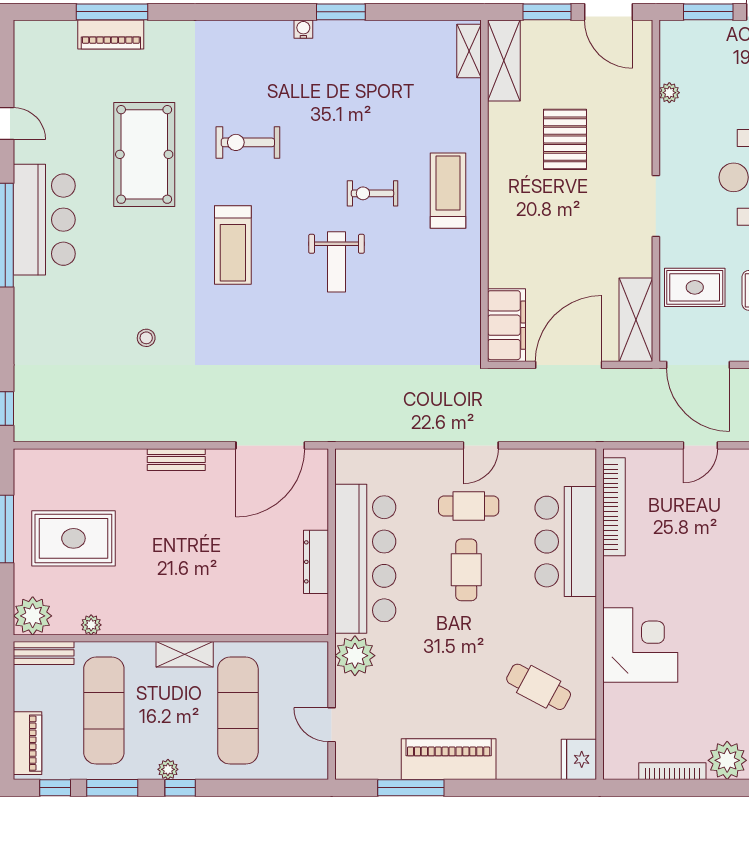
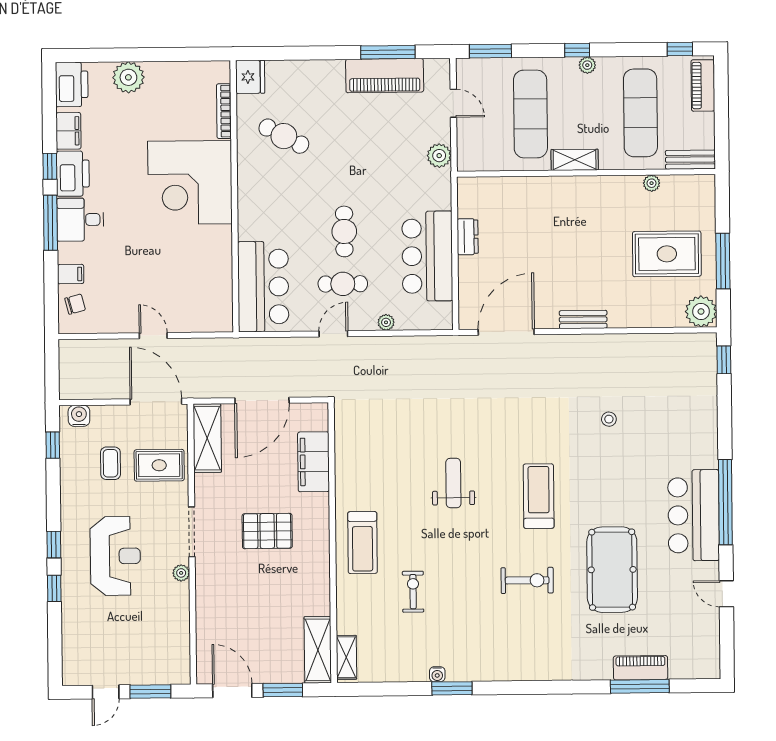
water cooler: (303, 29) -> (437, 674), moved
plant: (669, 93) -> (181, 573), moved
pallet: (565, 139) -> (267, 531), moved, turned 90
exercise bike: (372, 193) -> (413, 592), moved, turned -90
filing cabinet: (507, 325) -> (314, 462), moved
door: (700, 445) -> (153, 336), hinge flipped
plant: (417, 459) -> (386, 322), added
bookcase: (614, 507) -> (224, 284), removed
bar counter: (566, 542) -> (263, 287), moved
bar counter: (365, 559) -> (427, 256), width x0.73
dresser: (316, 562) -> (468, 237), width x0.70
plant: (33, 616) -> (701, 312), moved
corner desk: (640, 645) -> (190, 183), width x1.36, depth x1.36
plant: (355, 656) -> (439, 156), width x0.73, depth x0.73
piano: (449, 759) -> (385, 76), moved
bookcase: (672, 771) -> (224, 111), moved, turned 90
window: (112, 788) -> (490, 51), moved

